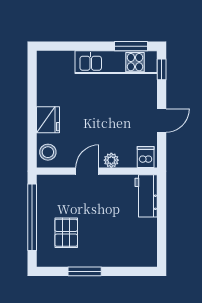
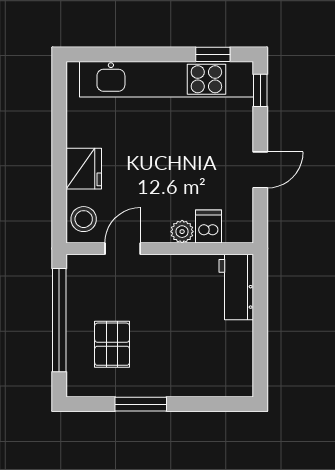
window: (131, 46) -> (213, 54), width x0.67
kitchen unit: (116, 62) -> (166, 79), width x1.36
dishwasher: (146, 157) -> (209, 226), moved
door: (87, 171) -> (123, 249), moved

